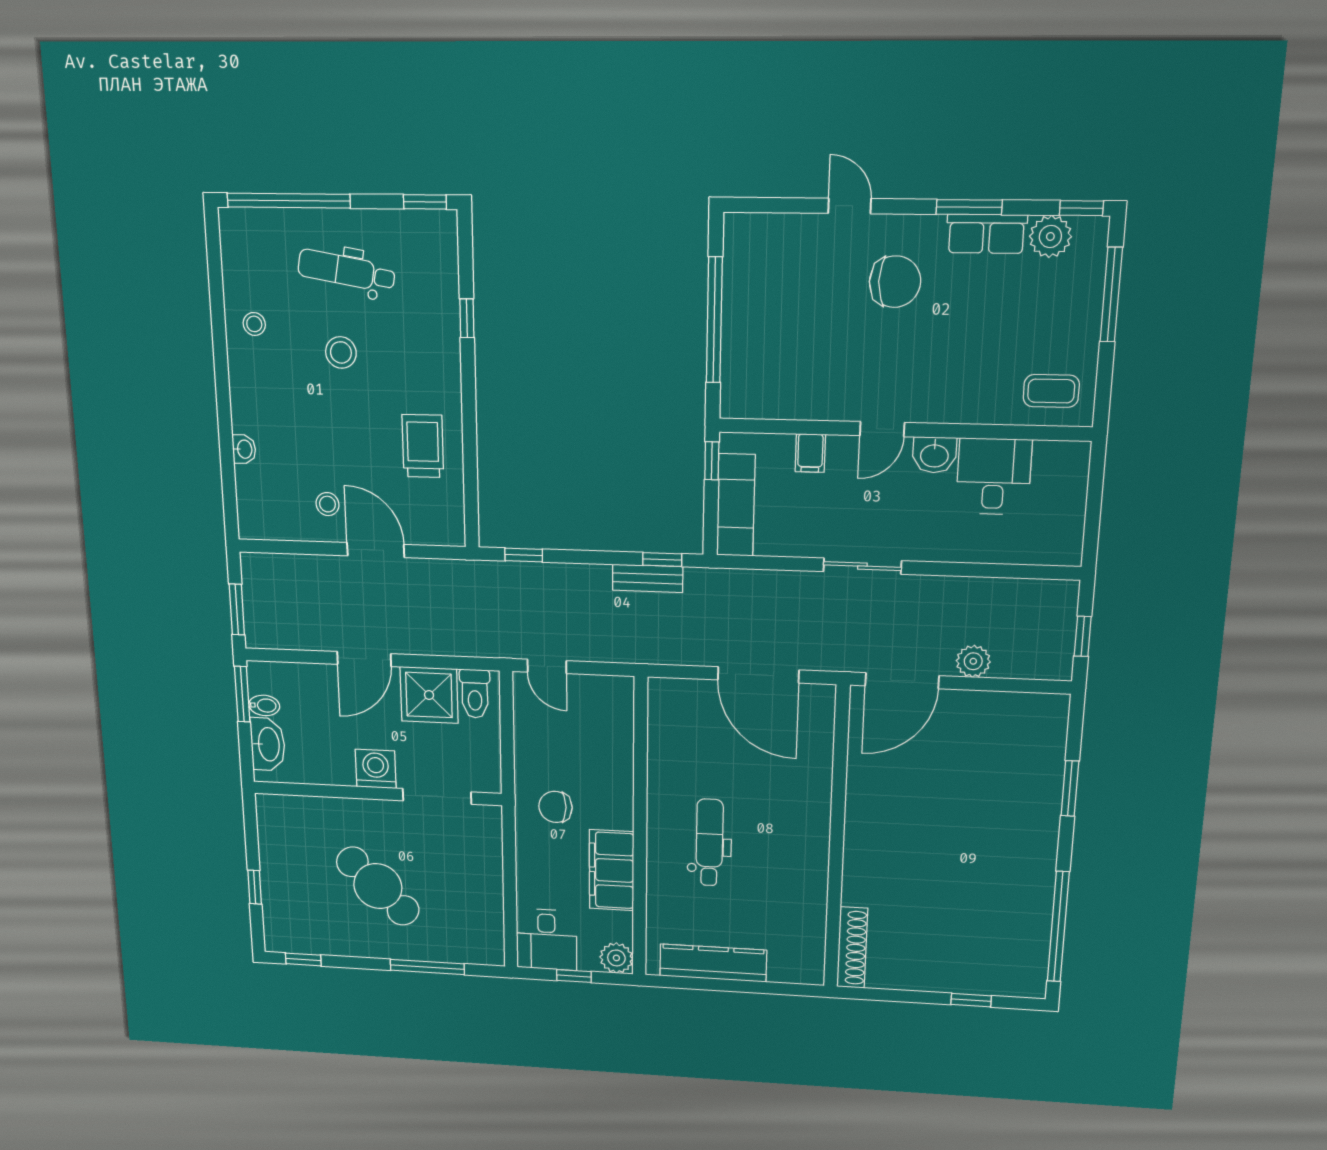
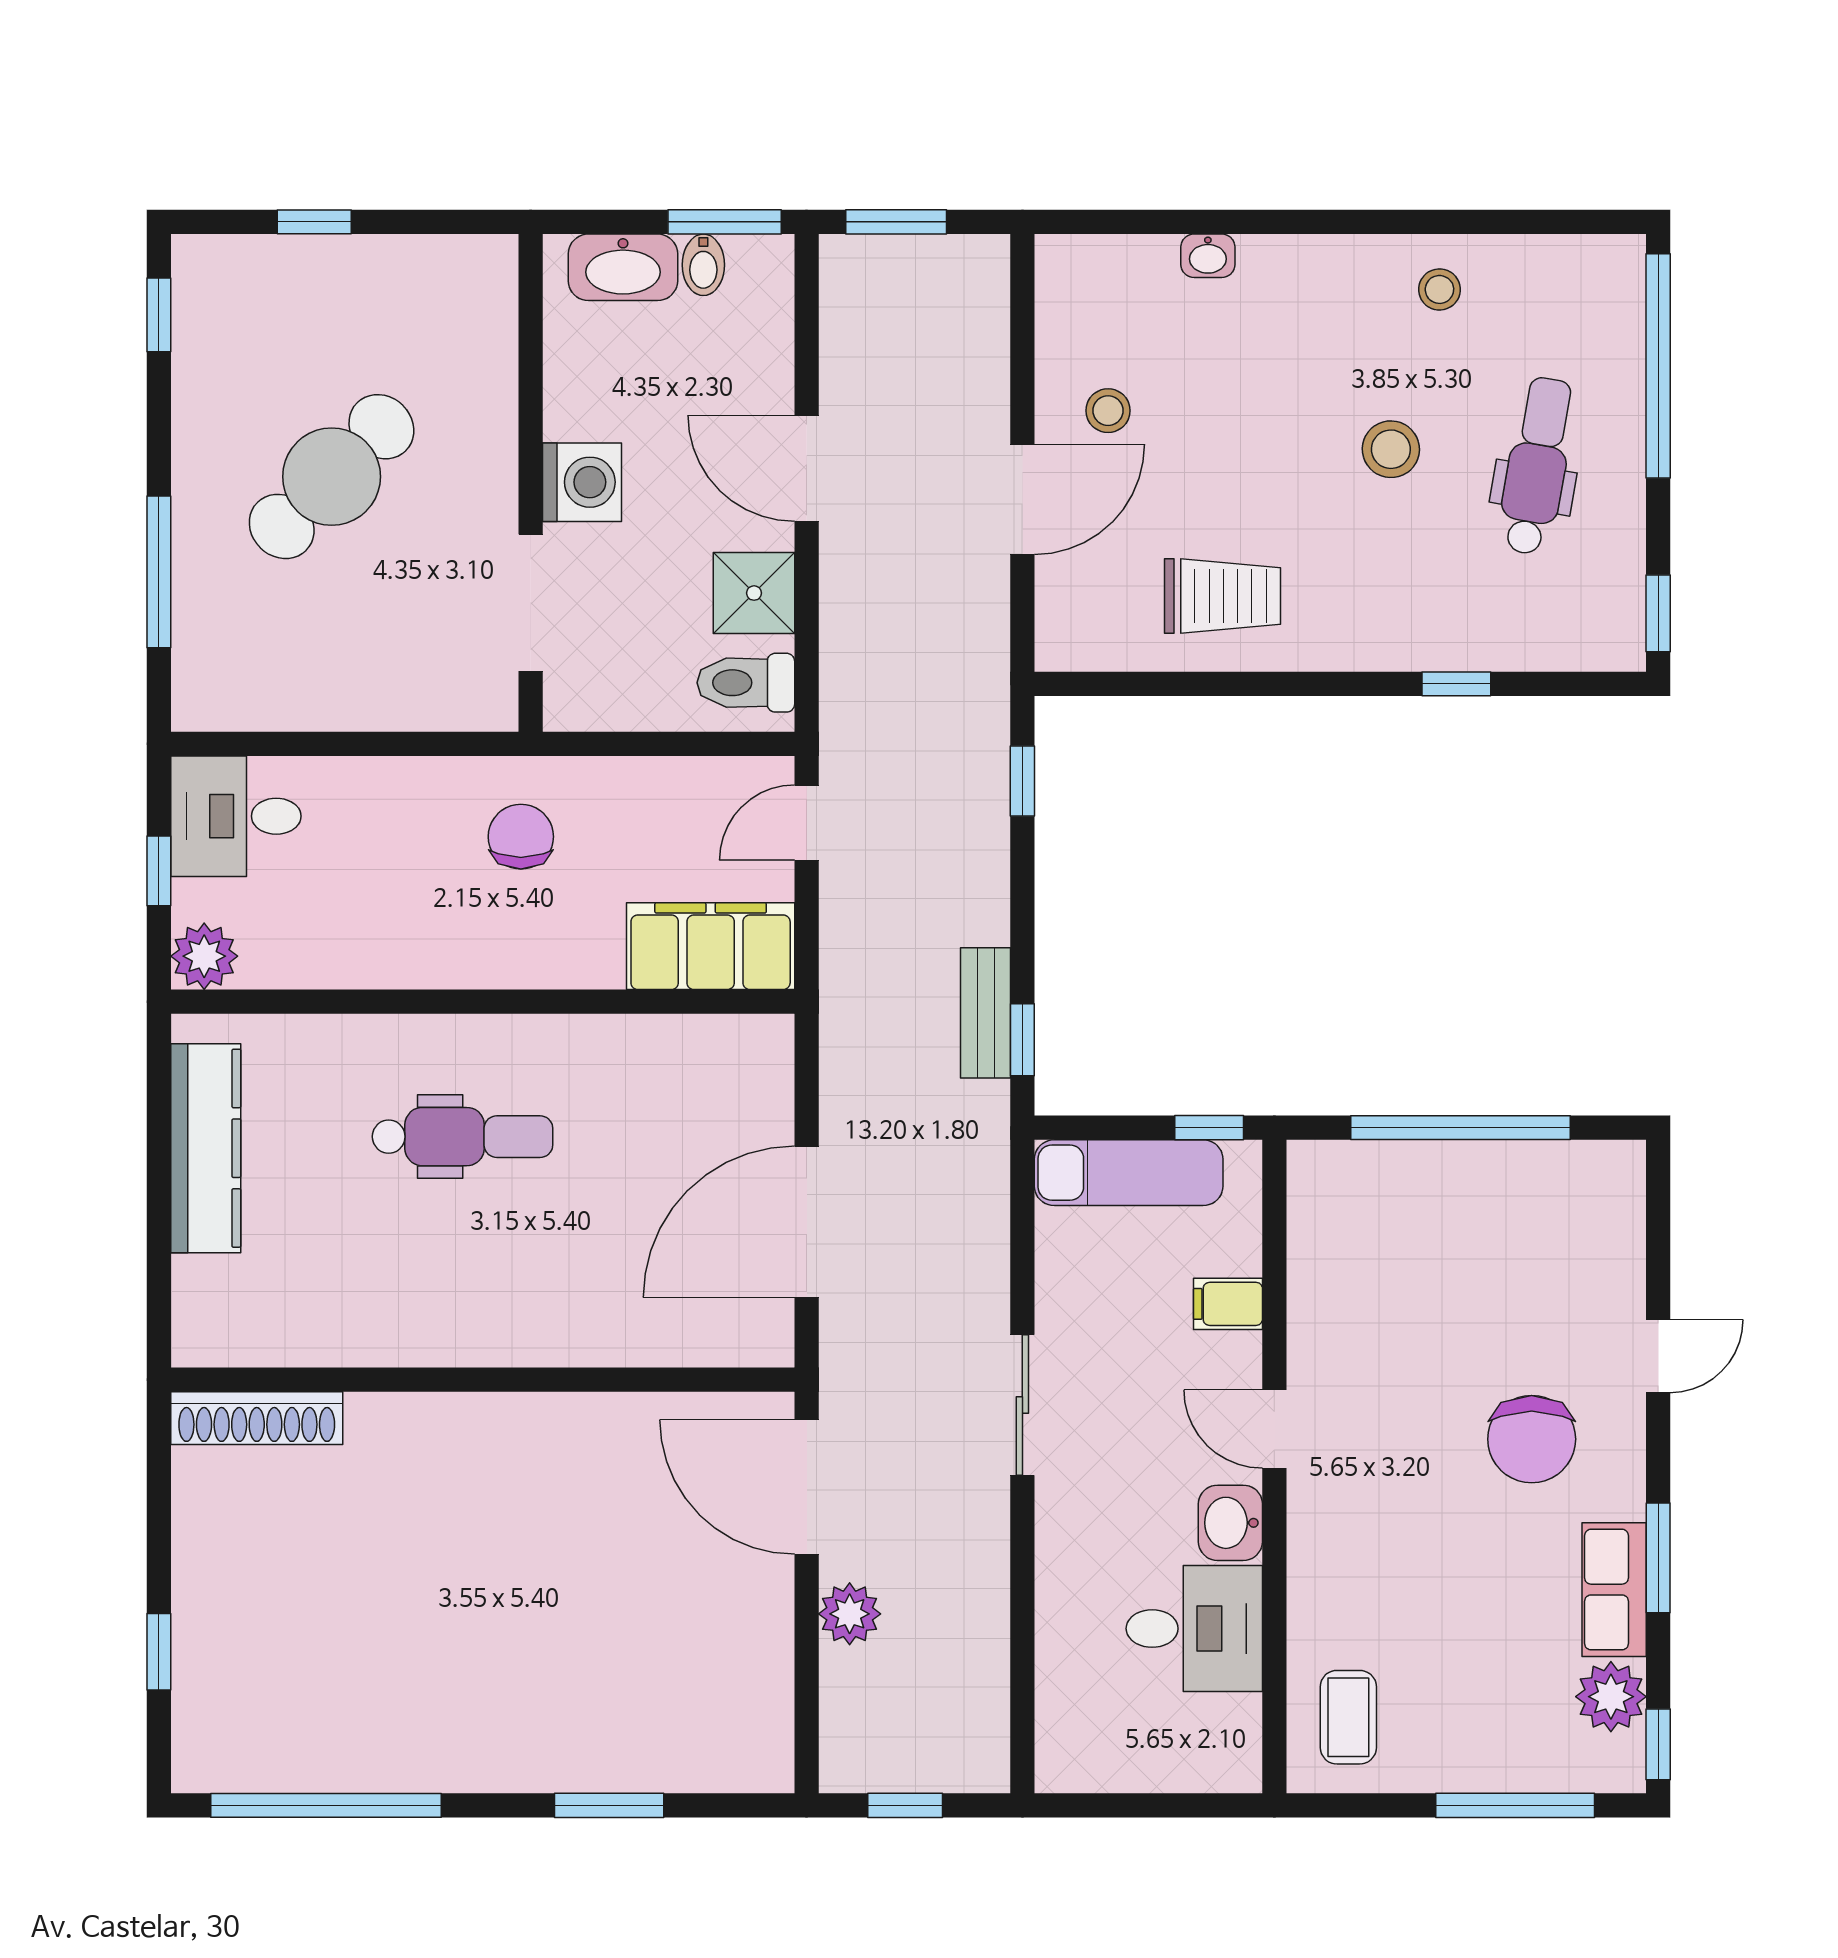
shower: (429, 695) -> (754, 593), width x0.73, depth x0.73
filing cabinet: (611, 870) -> (711, 946), moved

